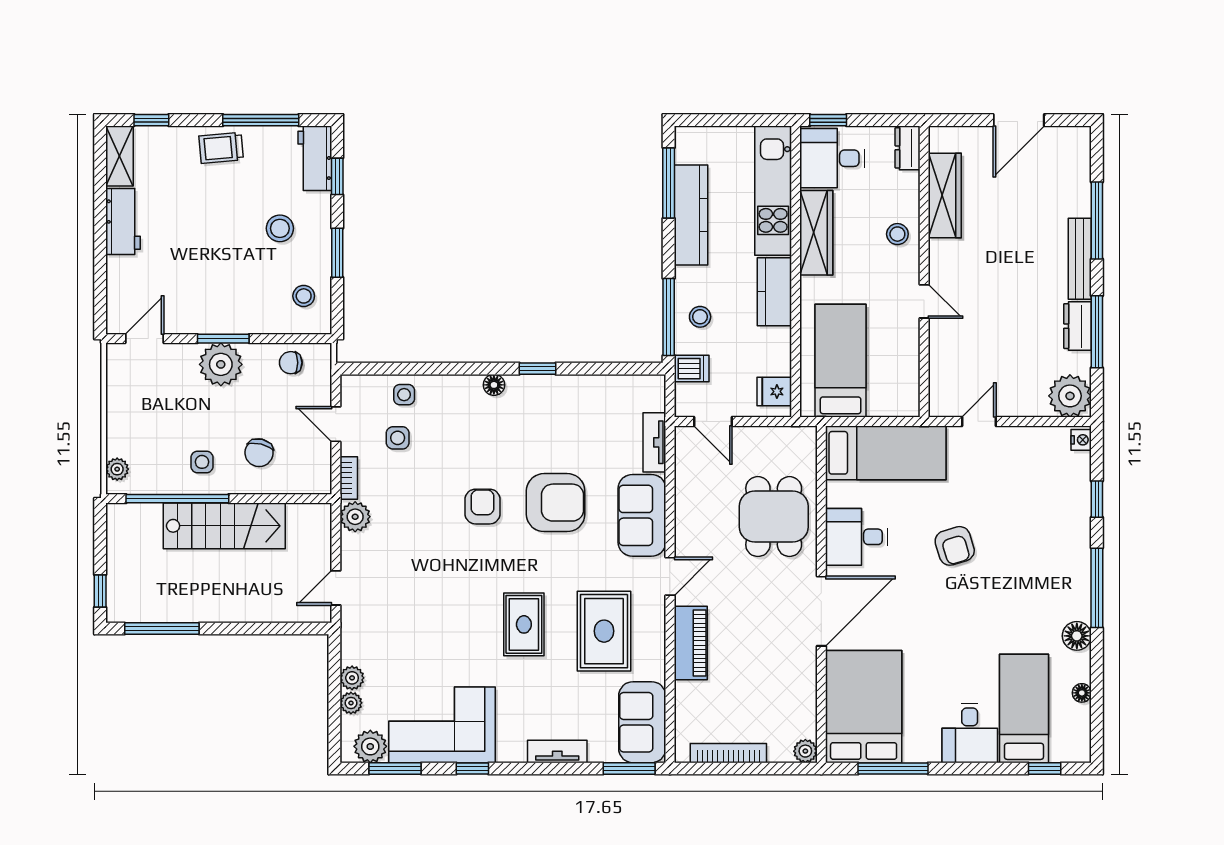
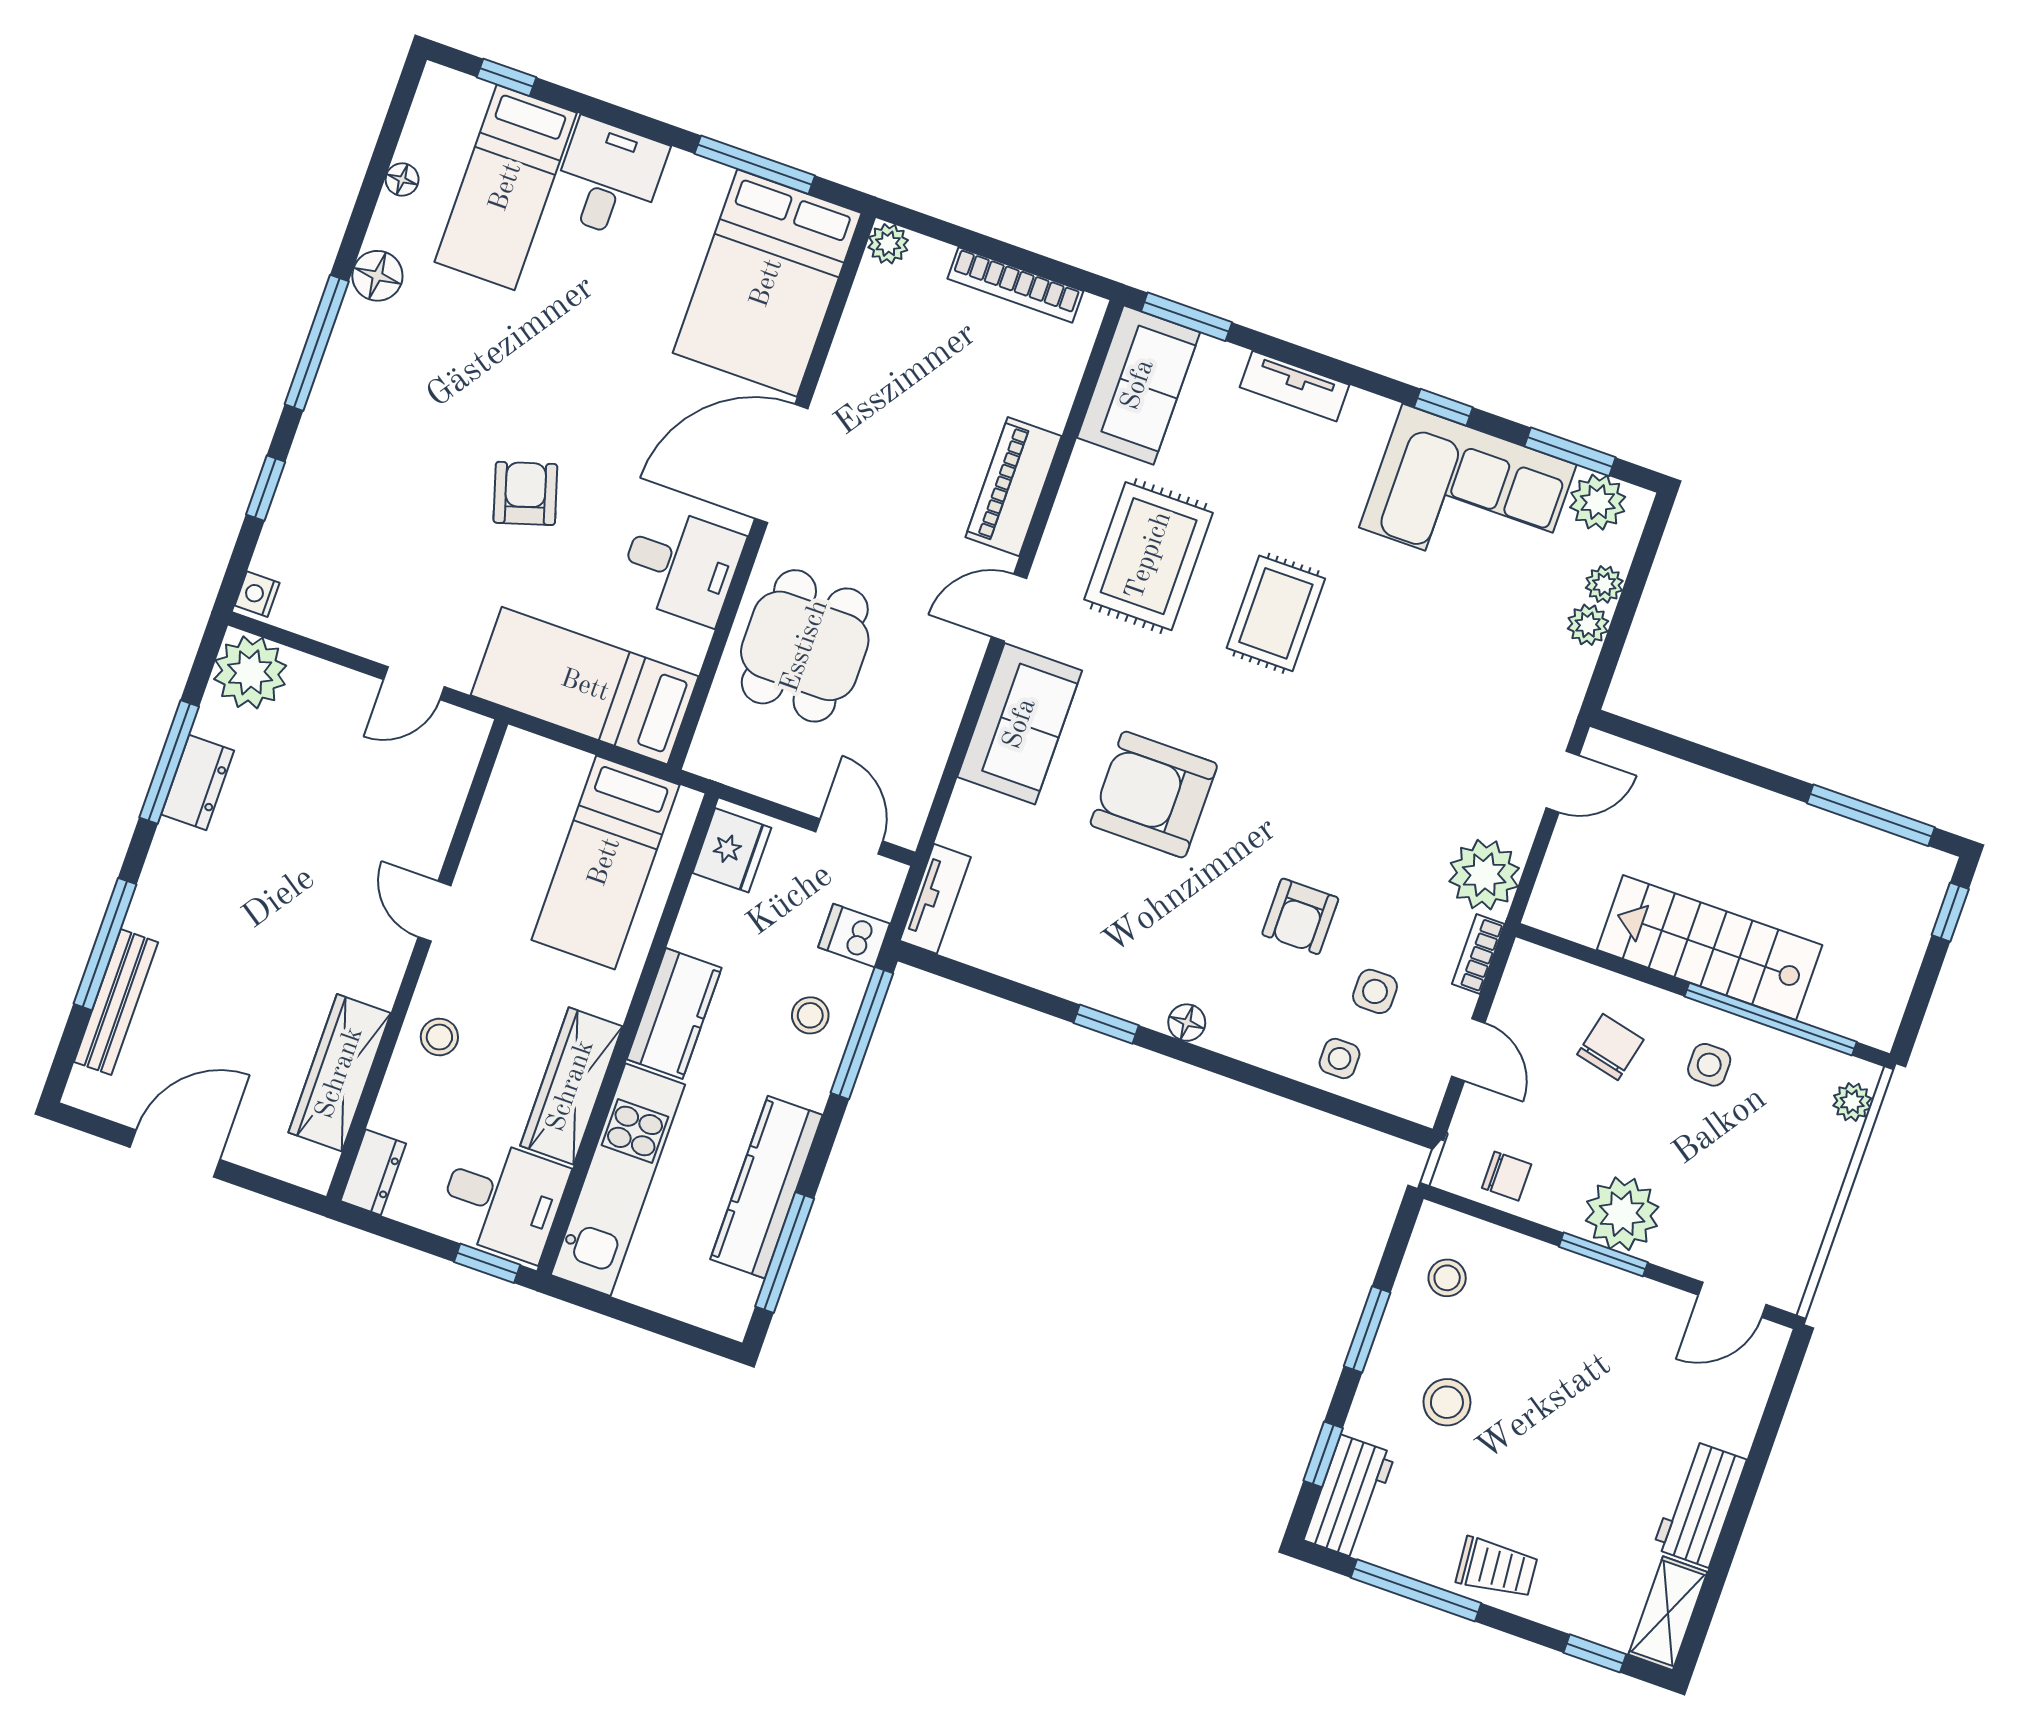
bench: (1080, 259) -> (116, 1002), moved
fridge: (774, 391) -> (732, 850), width x1.38
tv unit: (654, 442) -> (935, 899), moved
armchair: (483, 507) -> (1300, 916), moved
plant: (355, 517) -> (1484, 875), width x1.36, depth x1.36

